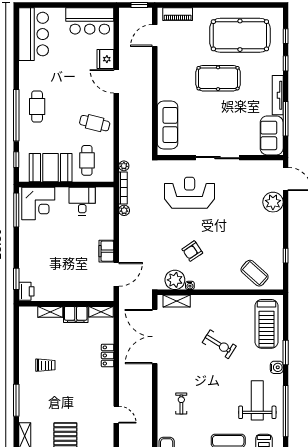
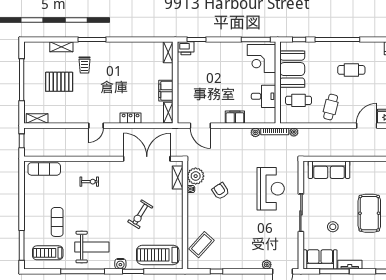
tv unit: (278, 95) -> (350, 265), width x0.71
cafe table: (37, 106) -> (351, 70), moved
stool: (234, 121) -> (333, 227), added
plant: (273, 202) -> (267, 265), width x0.53, depth x0.53
filing cabinet: (106, 251) -> (235, 117), moved
shelving: (50, 312) -> (168, 52), moved
trolley: (45, 365) -> (85, 65), moved
door: (116, 415) -> (96, 126), moved

